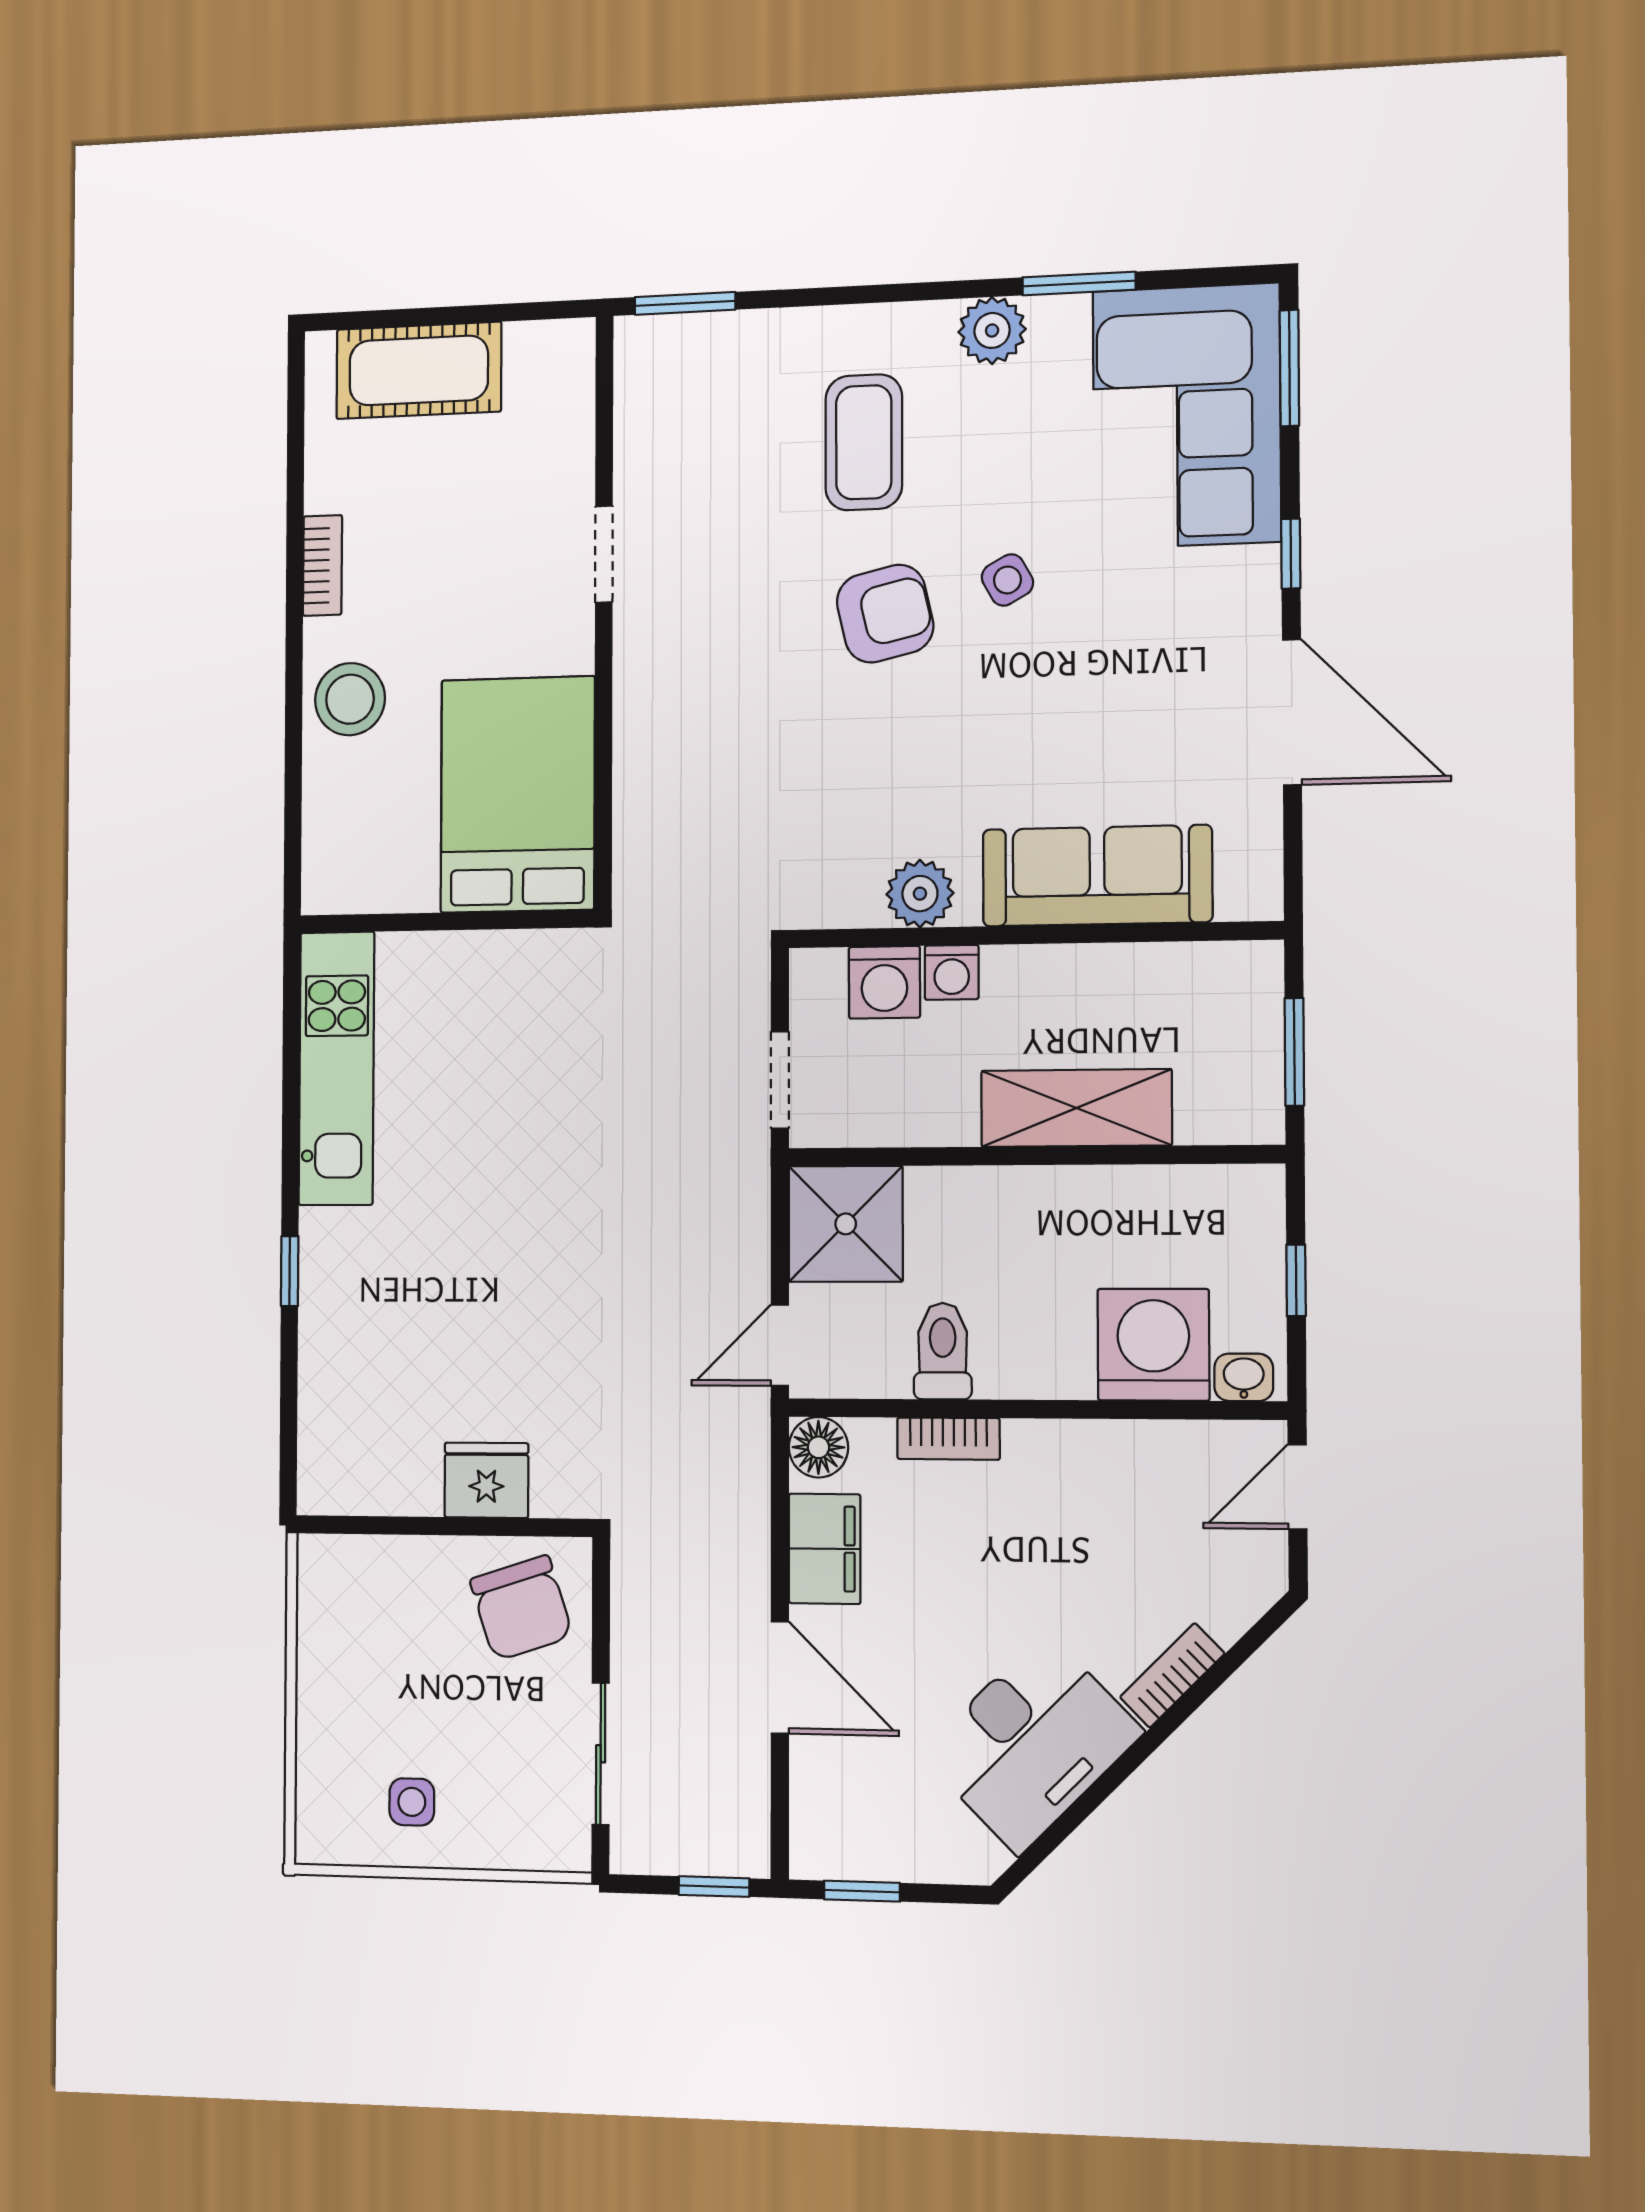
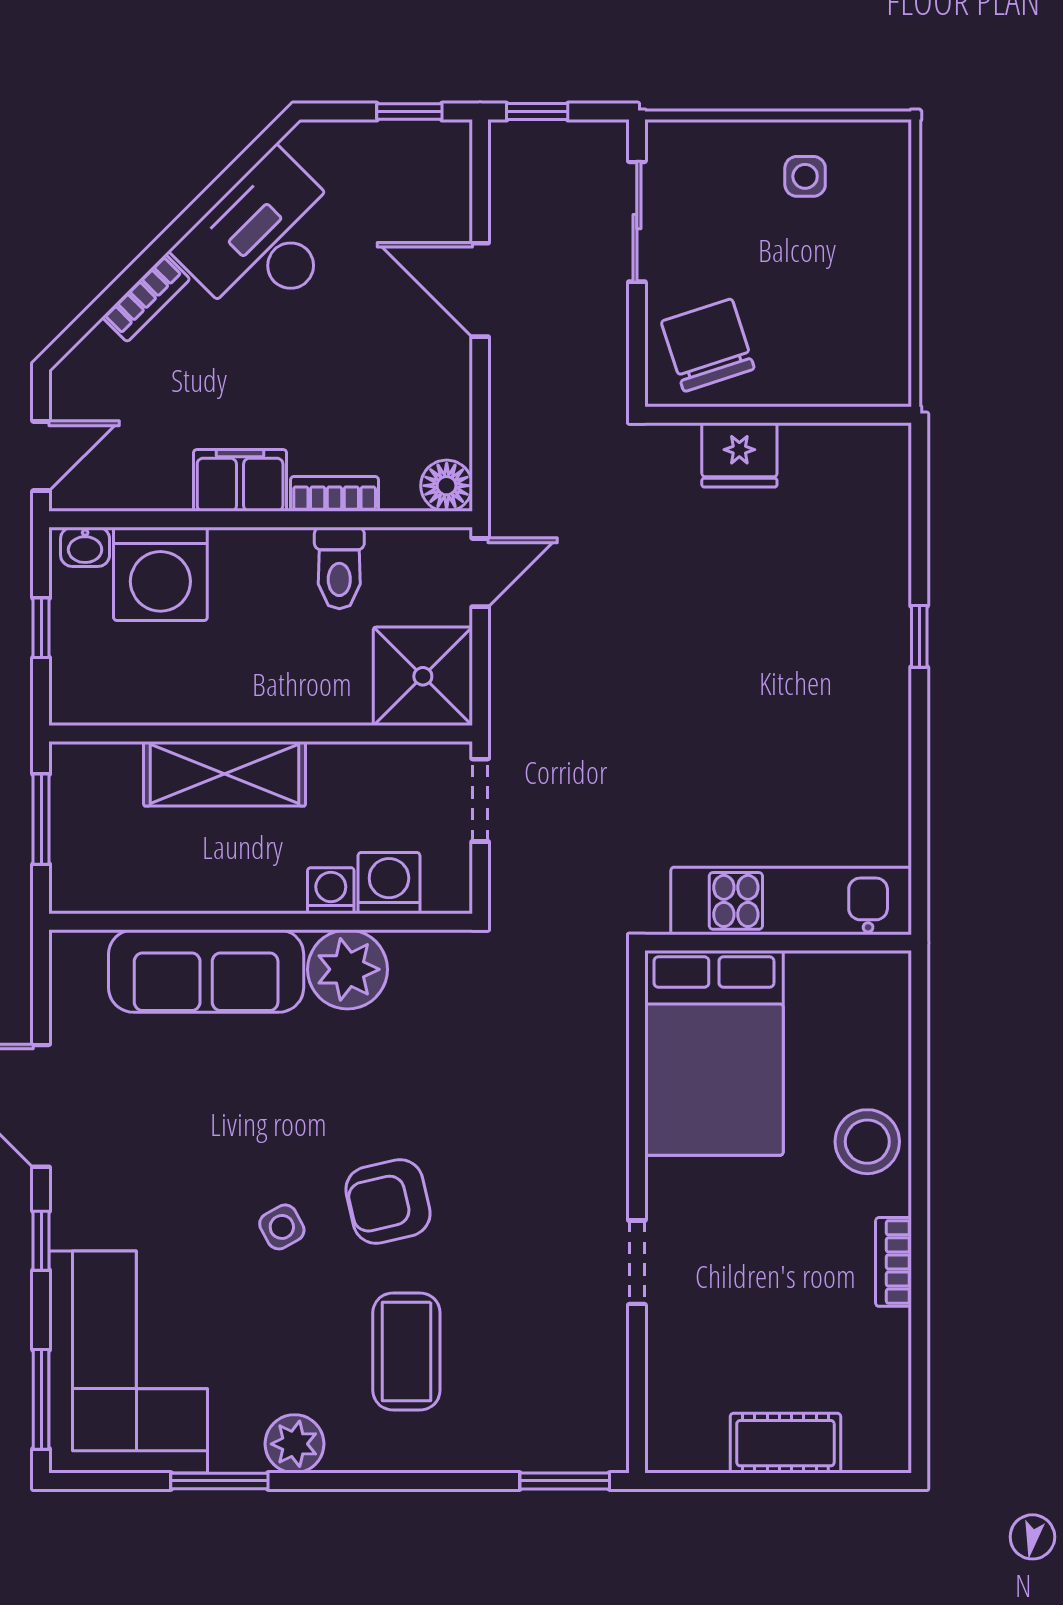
cot: (419, 370) -> (785, 1443), width x0.73, depth x0.75
plant: (920, 894) -> (347, 969), width x1.36, depth x1.36
kitchen unit: (337, 1068) -> (791, 901), moved, turned 90
filing cabinet: (825, 1549) -> (240, 480), moved, turned 90

